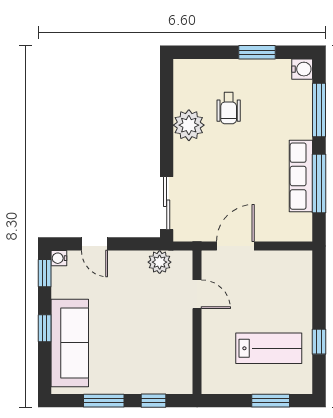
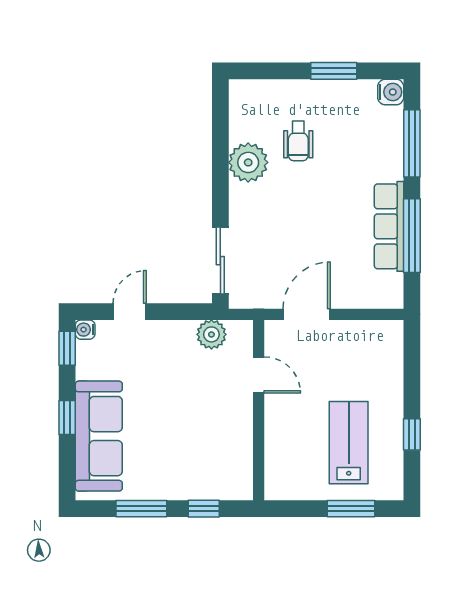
door: (94, 244) -> (130, 312), swing flipped
lab bench: (269, 348) -> (349, 443), turned -90

